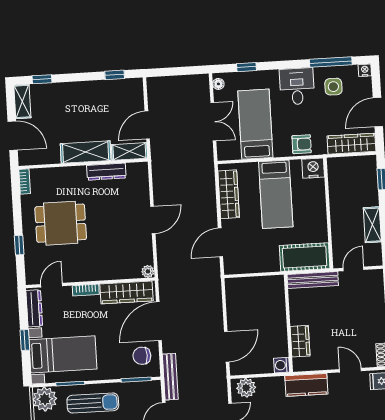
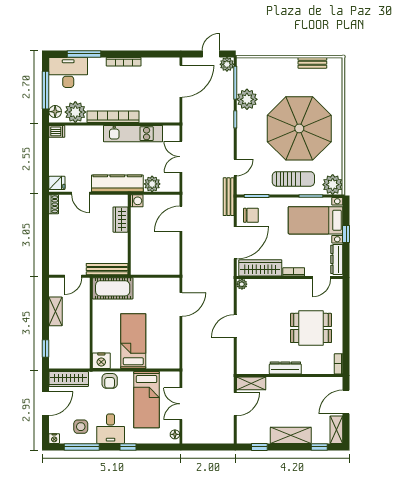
window: (246, 67) -> (128, 447), moved
door: (13, 136) -> (346, 402), hinge flipped
armchair: (302, 144) -> (110, 381), turned -90
shelving: (86, 152) -> (291, 435), moved
dresser: (106, 172) -> (285, 368), moved
wardrobe: (229, 194) -> (172, 343), removed
window: (19, 245) -> (346, 312), removed
kitchen counter: (306, 385) -> (117, 183), width x1.50
plant: (246, 388) -> (152, 184), moved
sun lounger: (93, 403) -> (293, 179), turned 180

